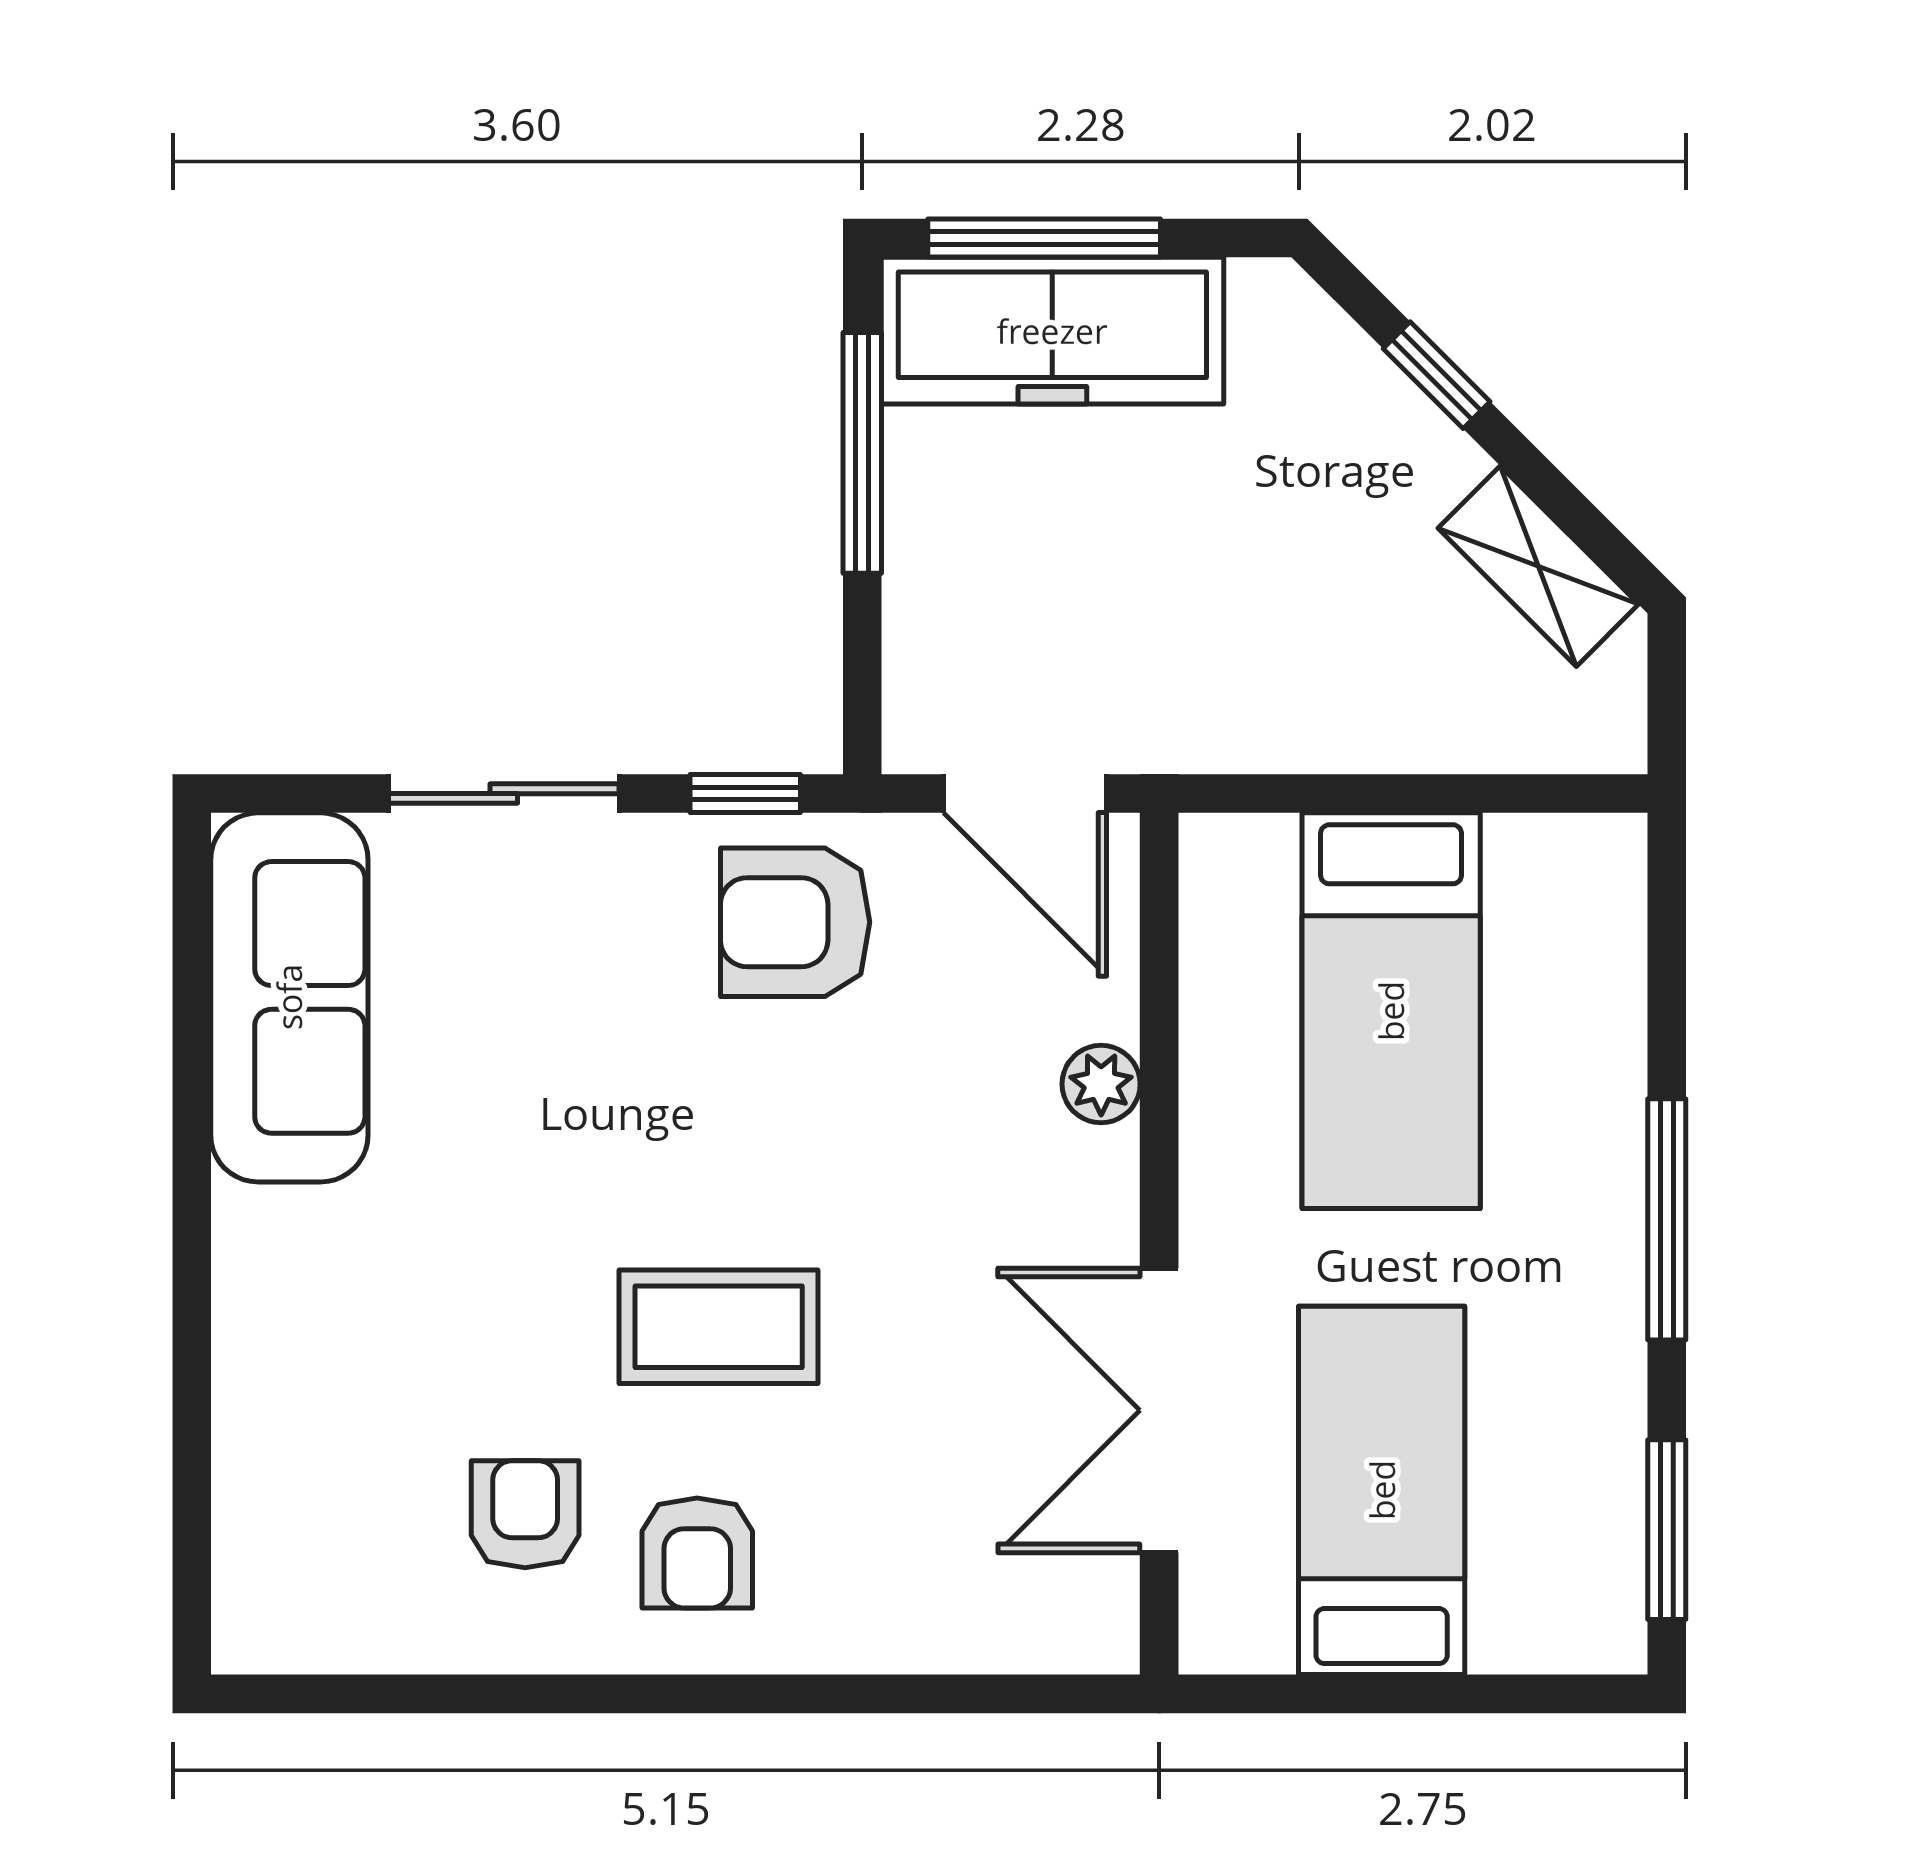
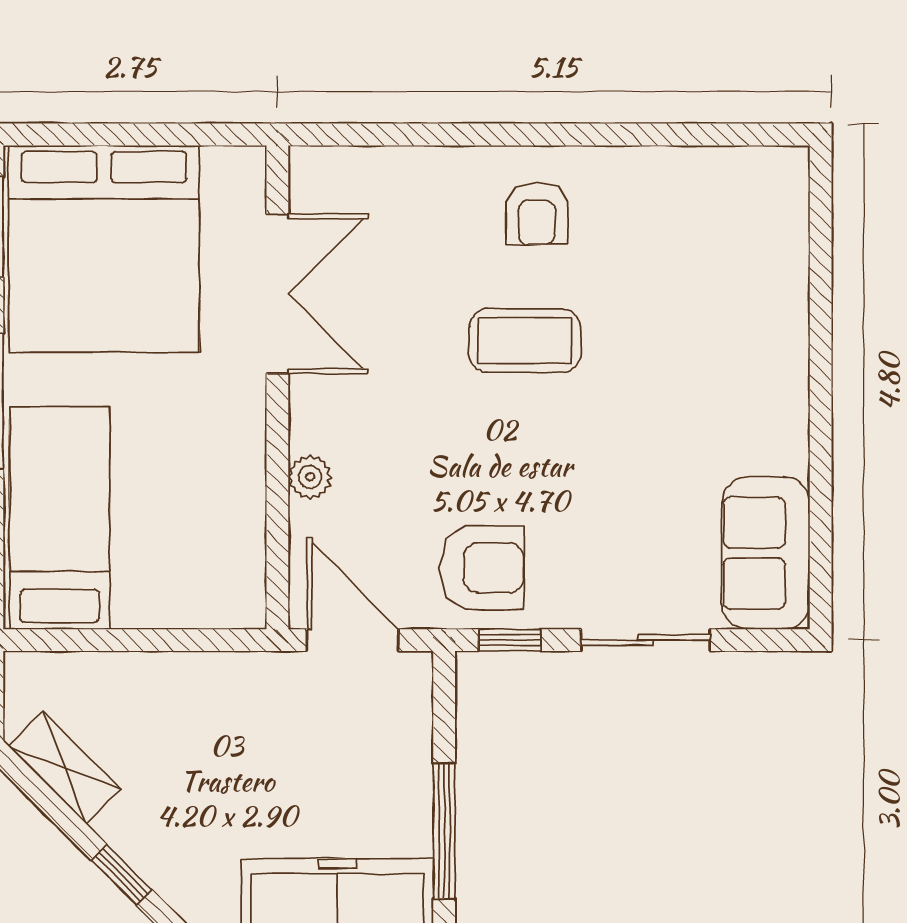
sofa: (289, 997) -> (766, 553), width x0.73
bed: (1391, 1011) -> (60, 518), moved
bed: (1382, 1490) -> (104, 249), width x2.04
armchair: (525, 1514) -> (633, 235), removed
armchair: (697, 1553) -> (537, 214), turned 180

